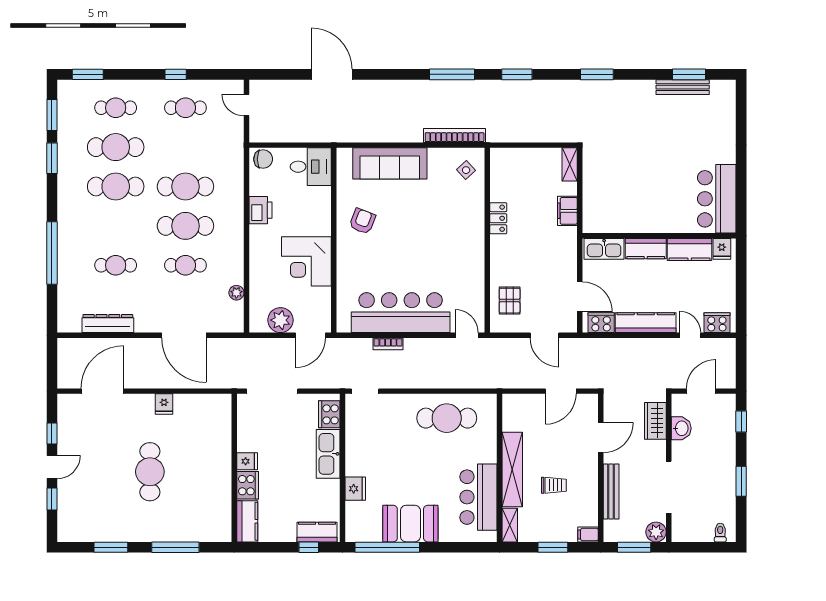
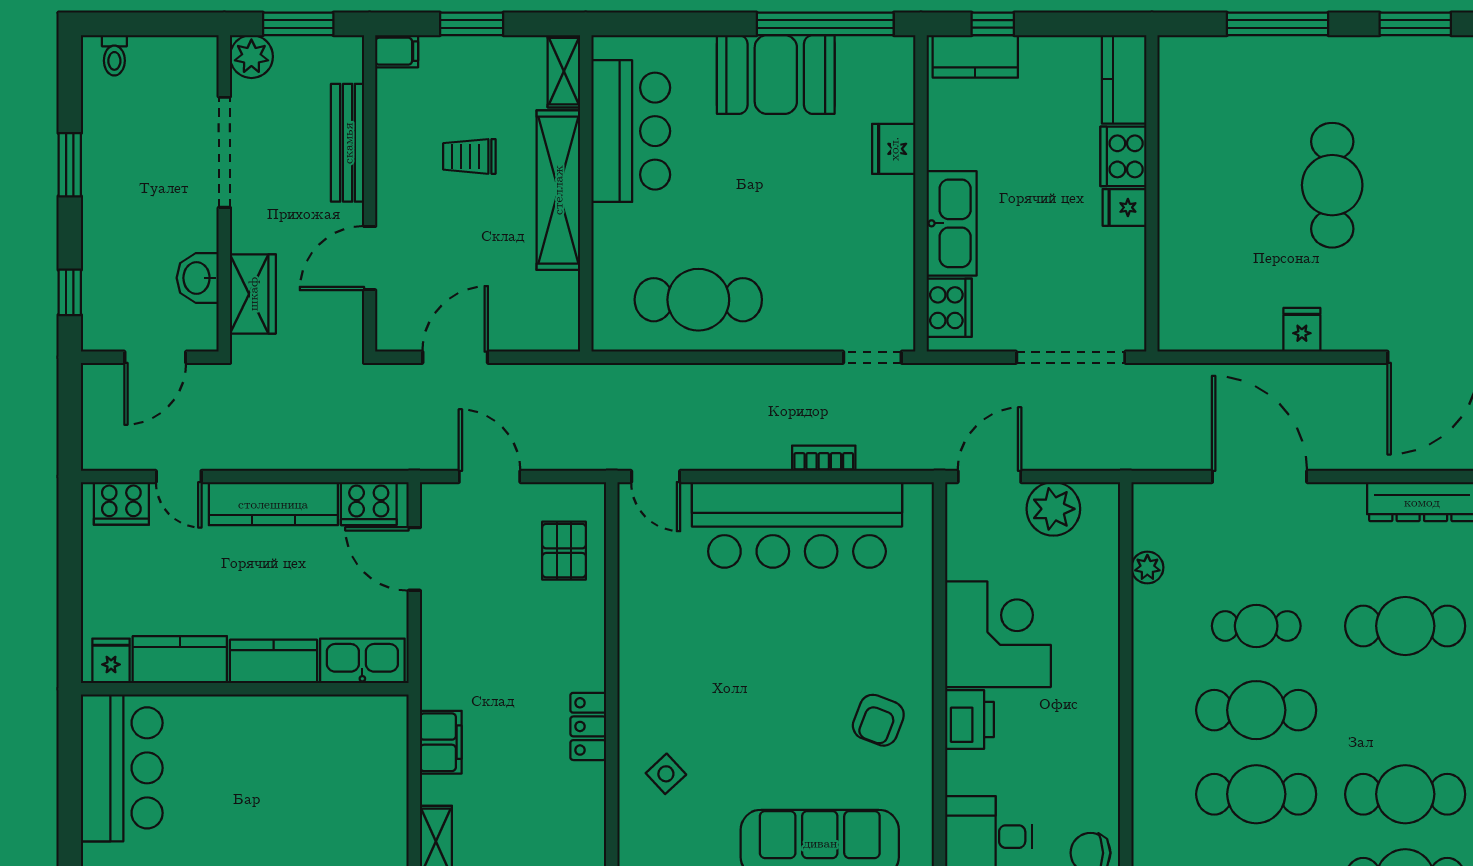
side table: (466, 170) -> (666, 774), moved
printer: (261, 210) -> (969, 719), moved, turned 180
cafe table: (116, 265) -> (1405, 626), width x1.37, depth x1.35

